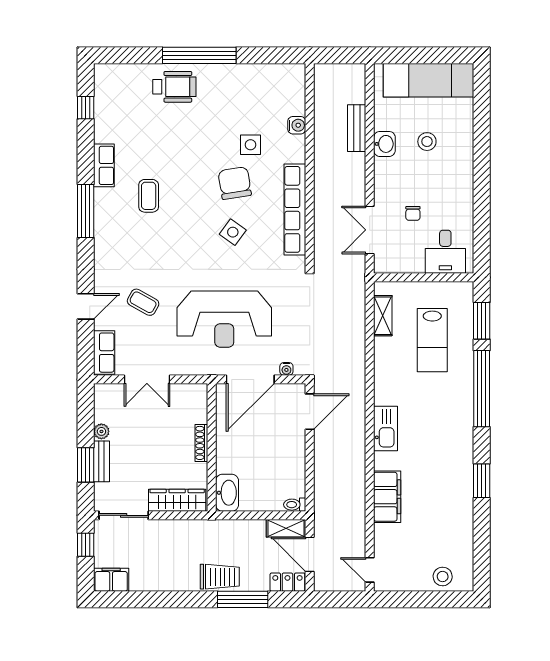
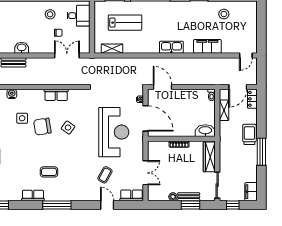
stool: (427, 142) -> (50, 14), moved
row of seats: (295, 209) -> (56, 95), width x0.50
double door: (370, 230) -> (67, 56), swing flipped
shelving: (286, 528) -> (224, 110), moved
stool: (443, 576) -> (224, 14), moved
window: (243, 599) -> (261, 152), moved

